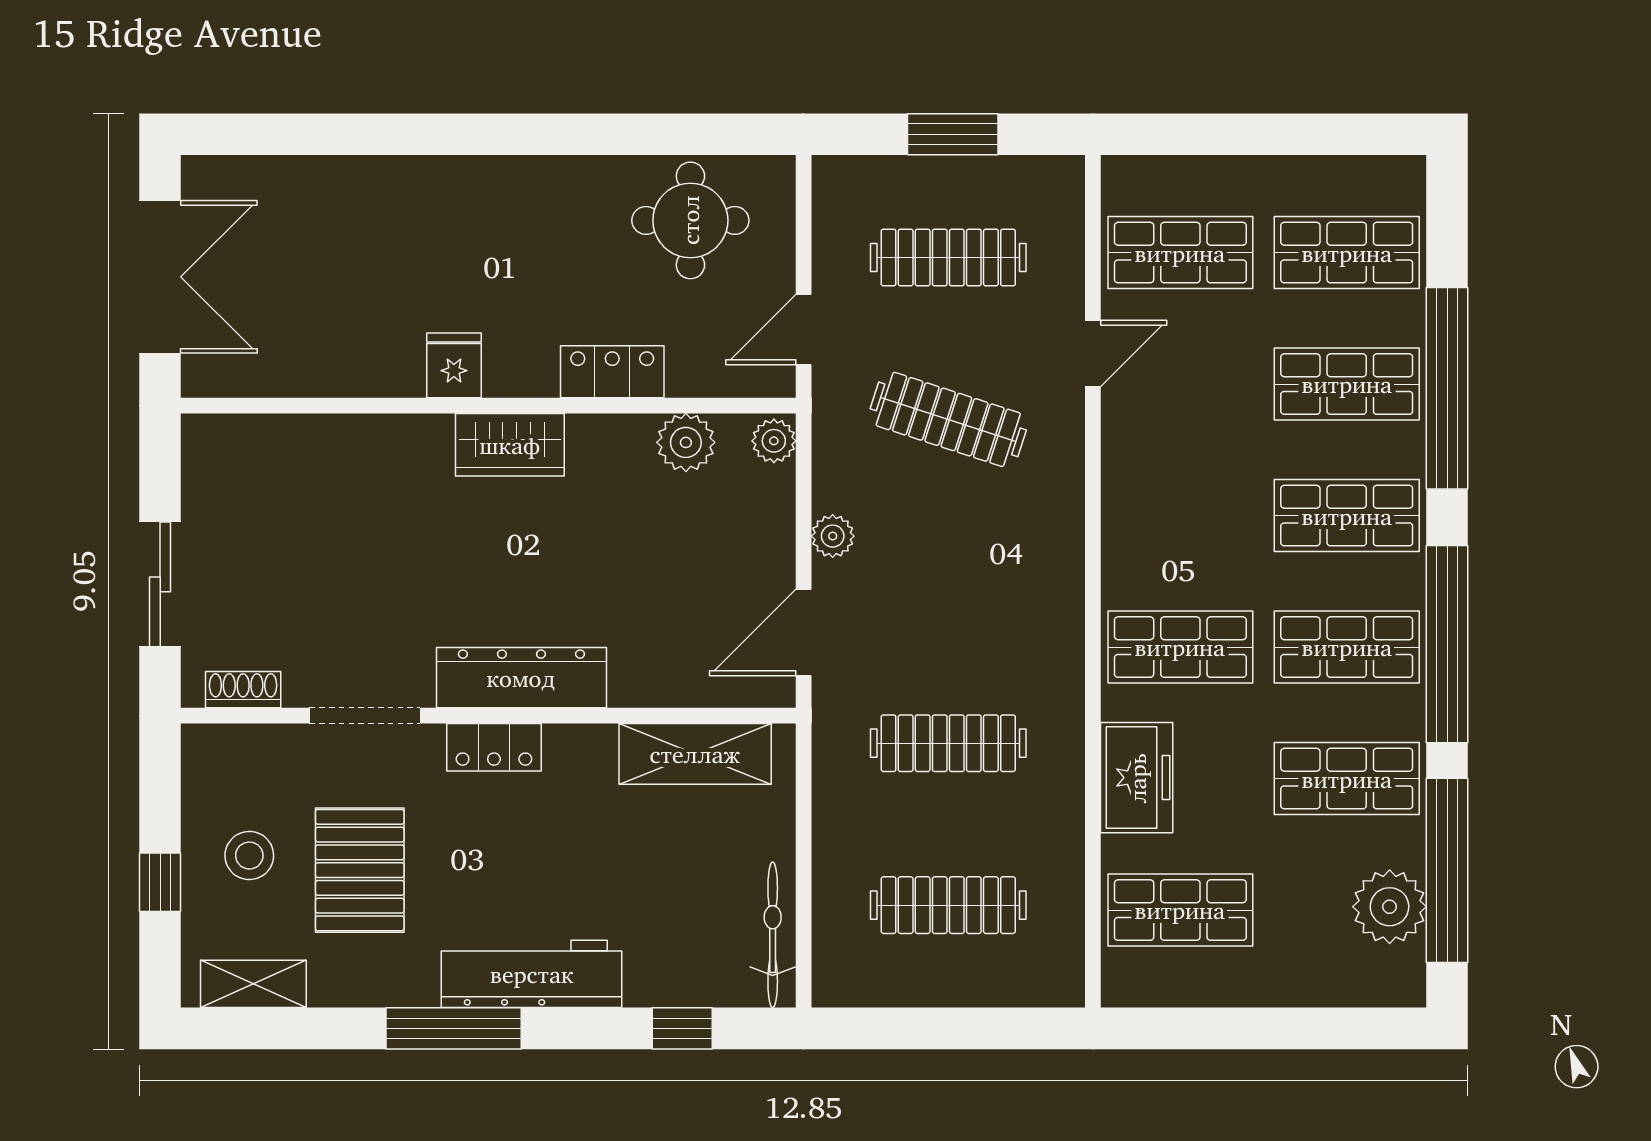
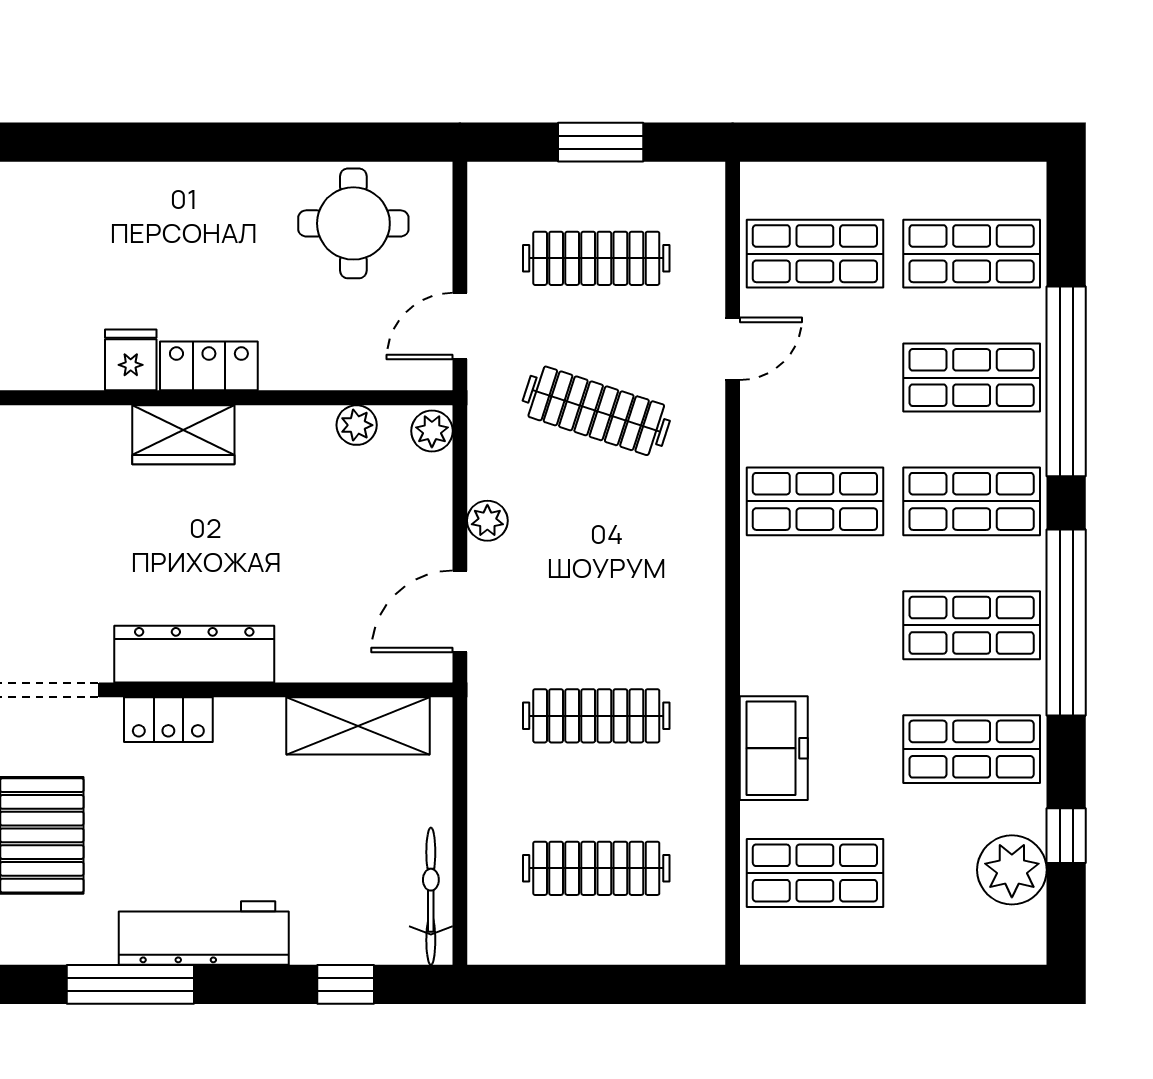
locker: (612, 372) -> (209, 366), moved
plant: (686, 442) -> (357, 425), width x0.73, depth x0.73
shop shelf: (1180, 647) -> (815, 501), moved
window: (1447, 870) -> (1066, 836), width x0.32

